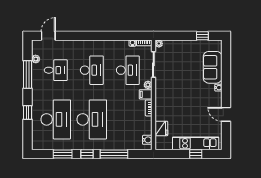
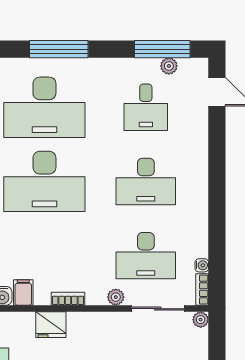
window: (28, 75) -> (162, 49), moved
filing cabinet: (146, 94) -> (23, 292), moved
window: (28, 113) -> (59, 49), width x2.17
fridge: (161, 128) -> (51, 325), moved

